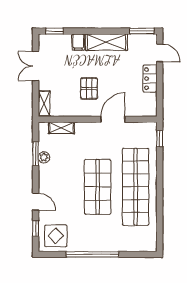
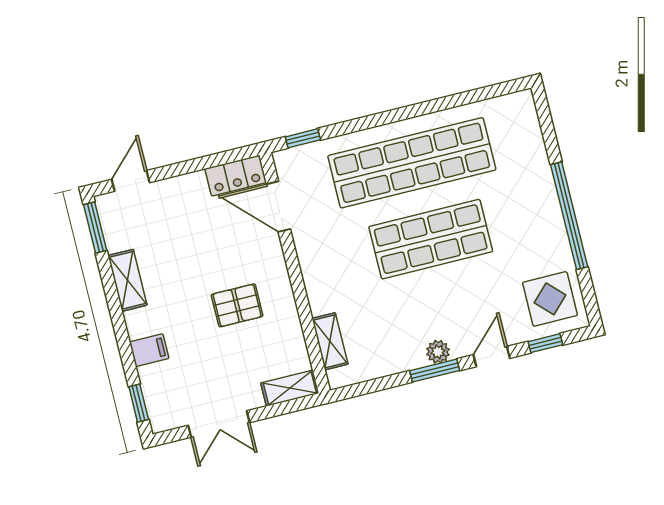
shelving: (106, 42) -> (128, 280), width x0.67, depth x0.75
locker: (150, 79) -> (236, 176), moved
door: (113, 119) -> (278, 207), moved
window: (36, 154) -> (435, 371), moved
plant: (44, 157) -> (438, 352), moved

